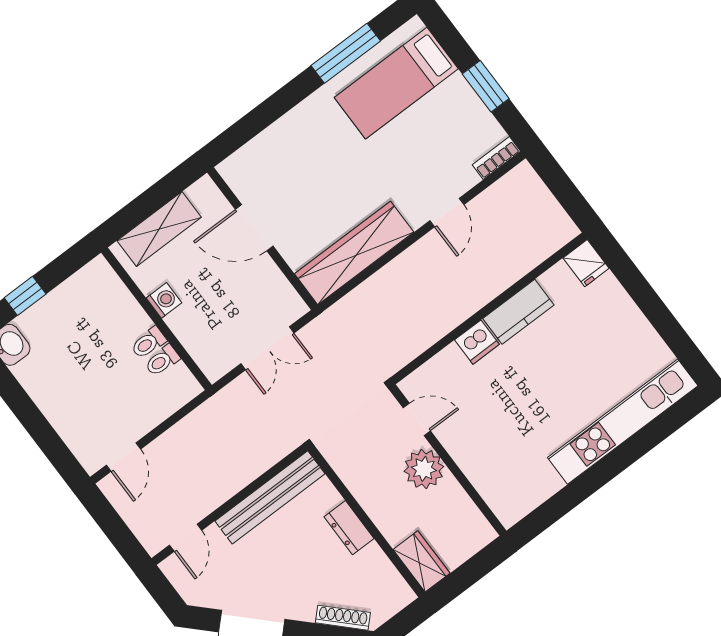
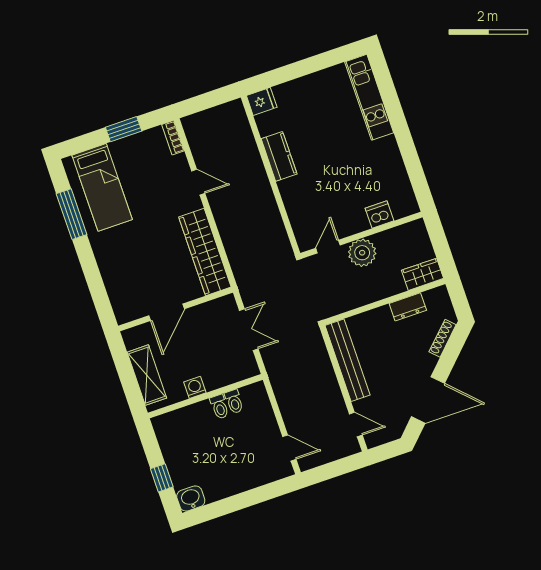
dishwasher: (477, 342) -> (379, 215), moved, turned -90
kitchen unit: (623, 422) -> (369, 97), width x0.73
dresser: (349, 528) -> (408, 307), moved

